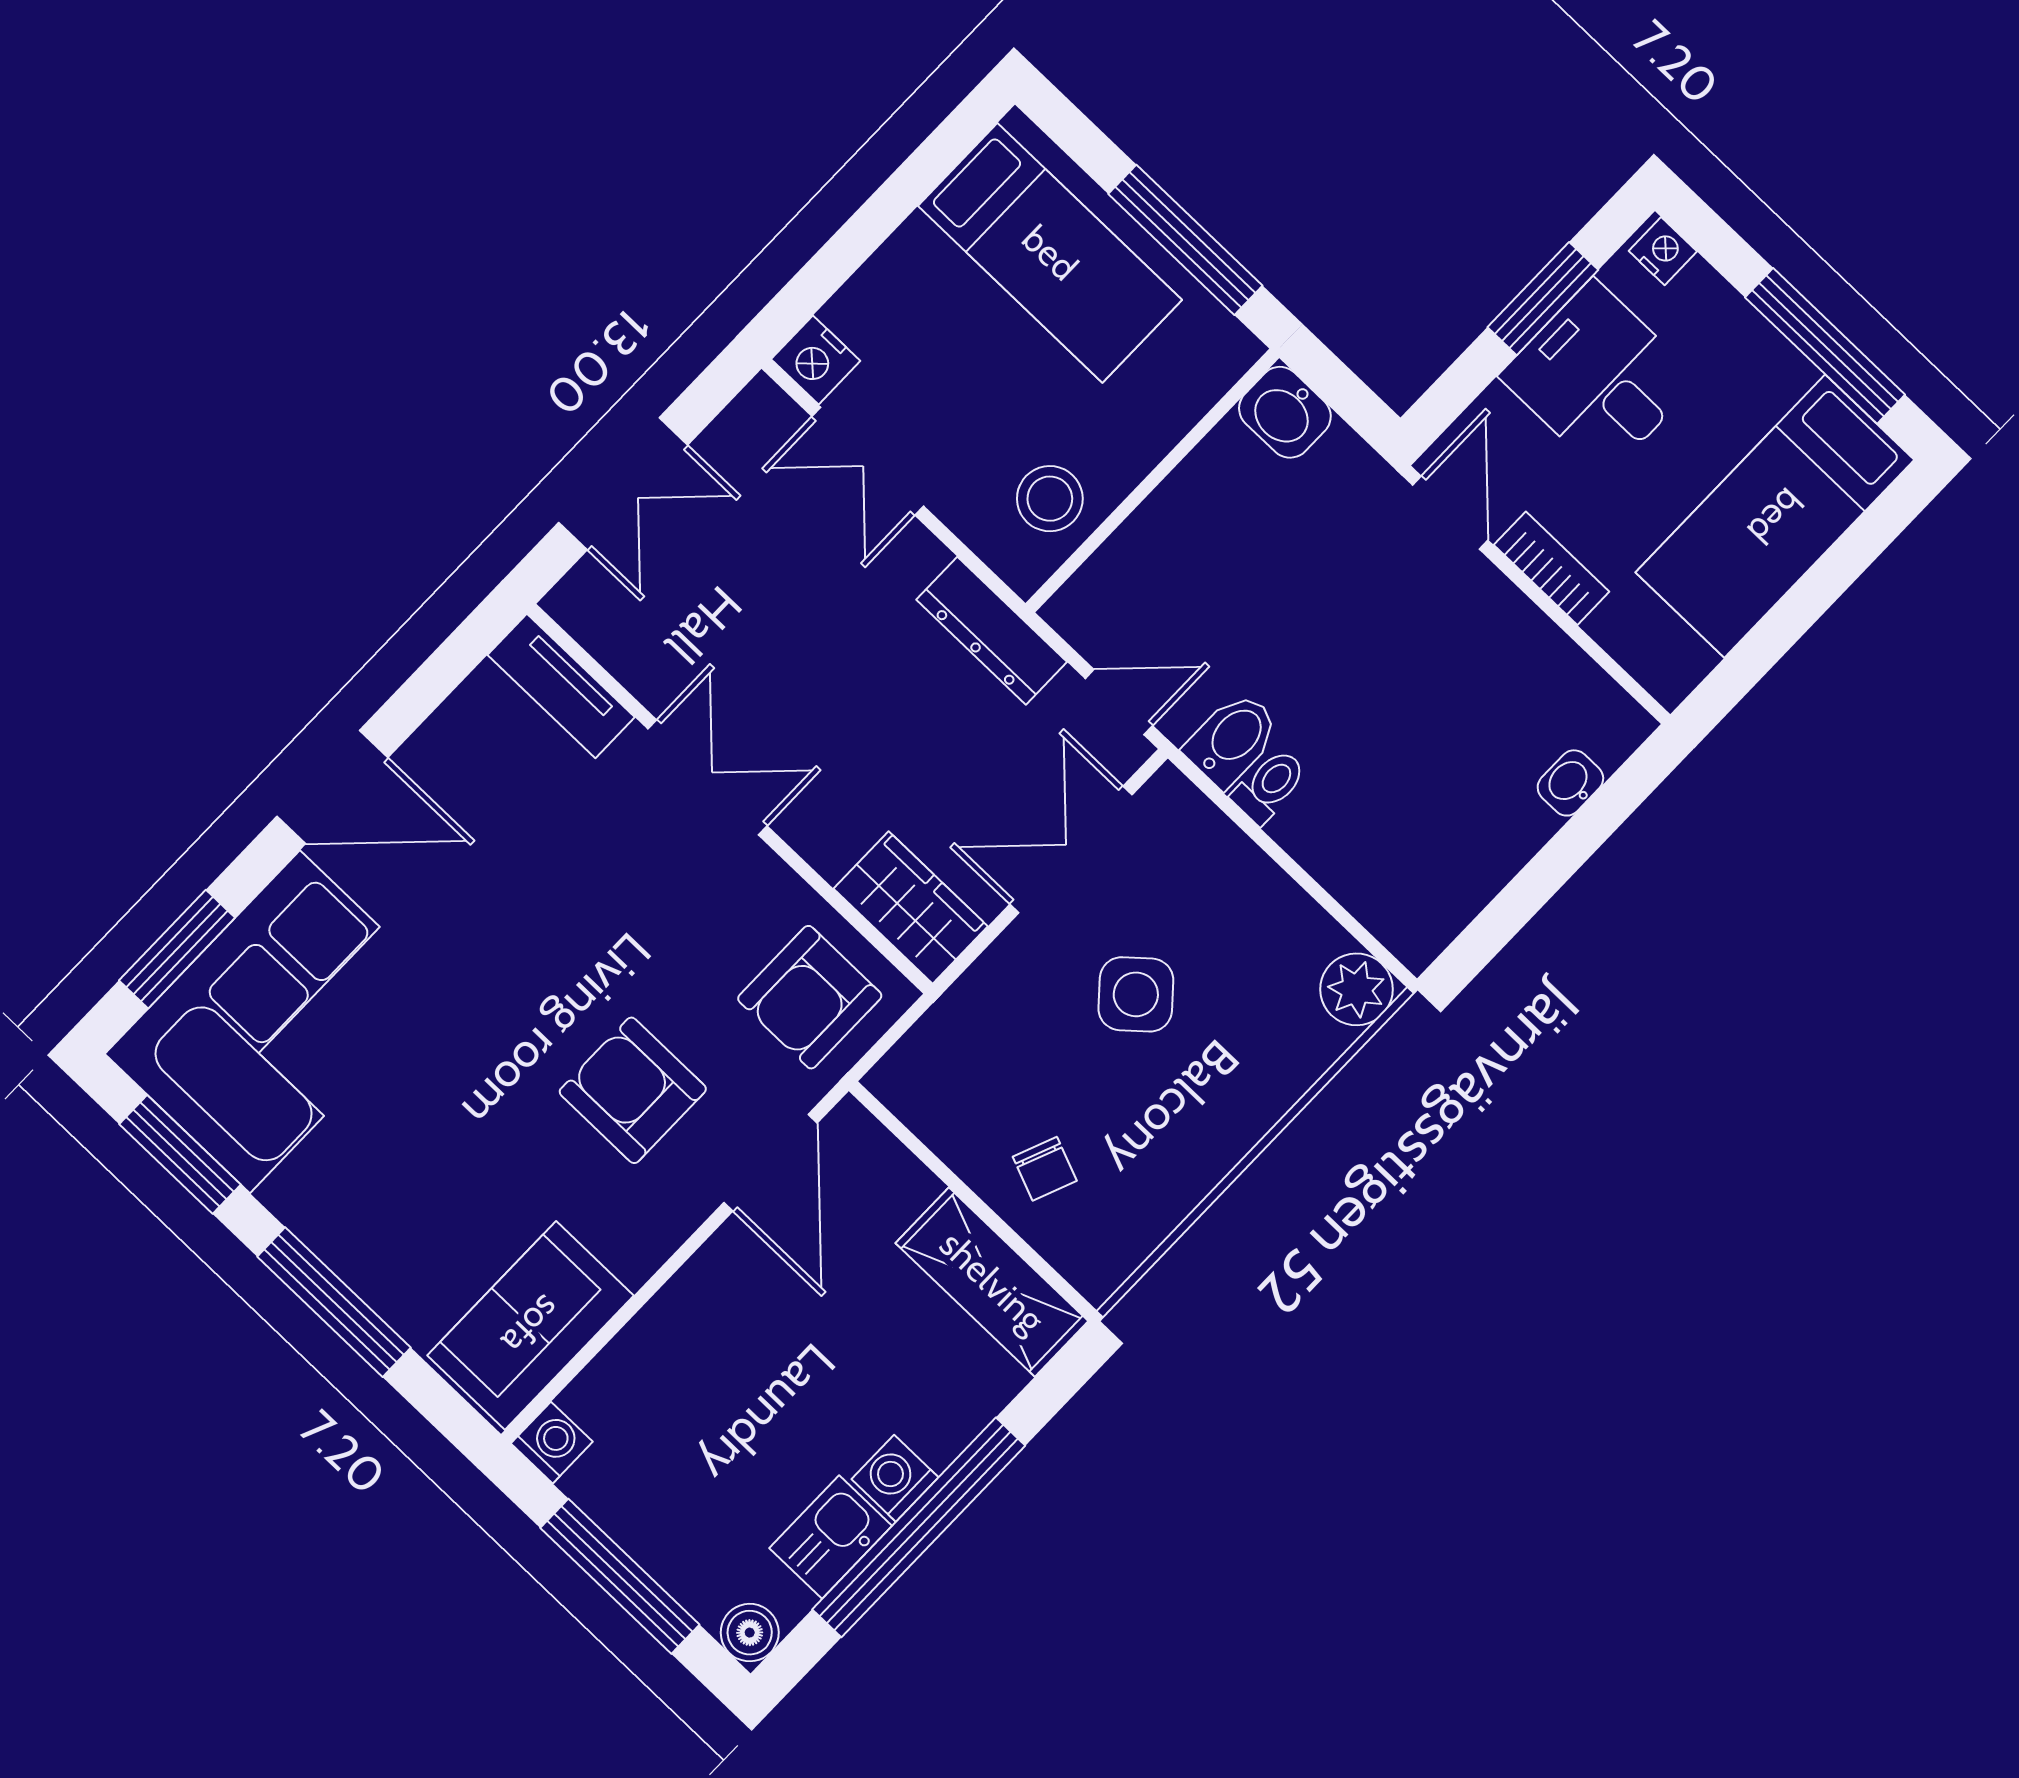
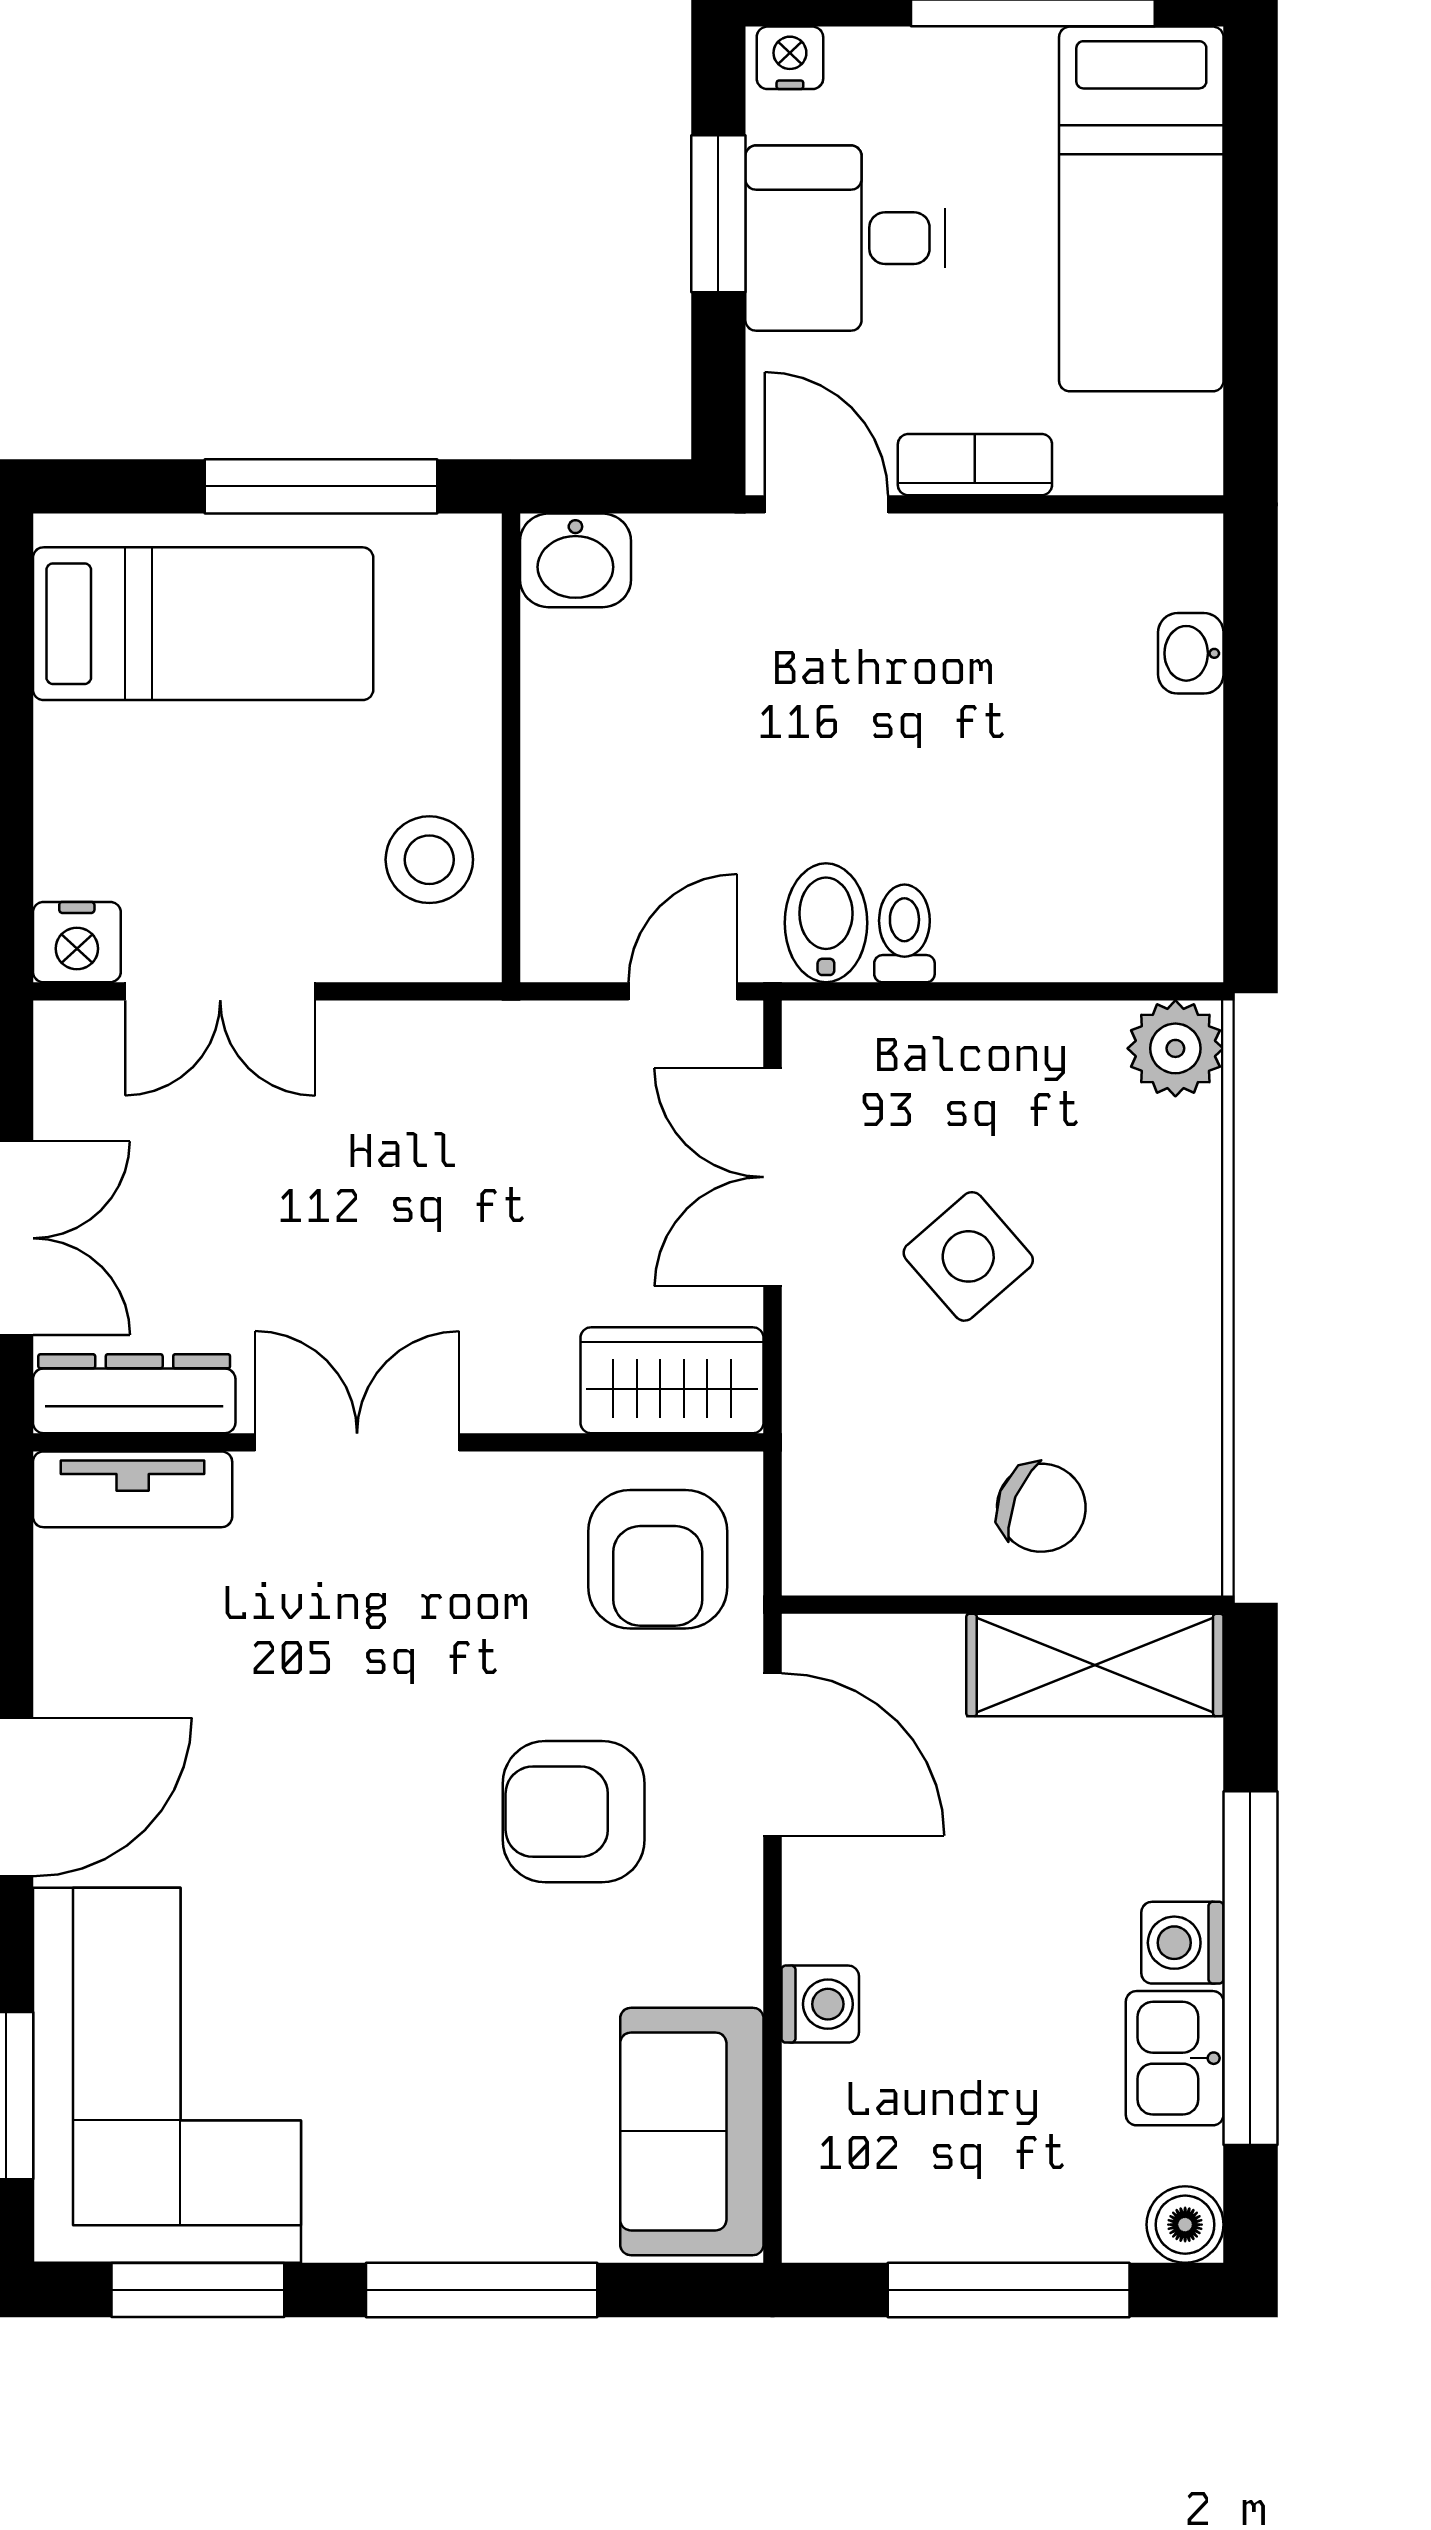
dresser: (992, 631) -> (134, 1394), moved, turned 180
chair: (1045, 1169) -> (1041, 1508), width x1.37, depth x1.37
washing machine: (552, 1443) -> (820, 2004), moved, turned 90

